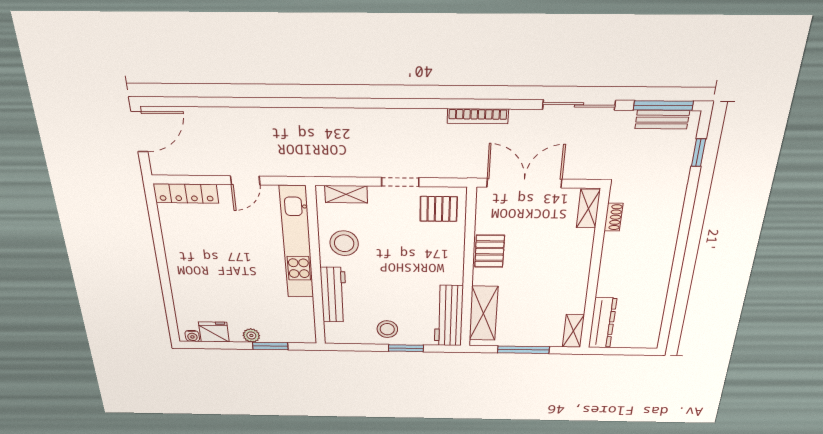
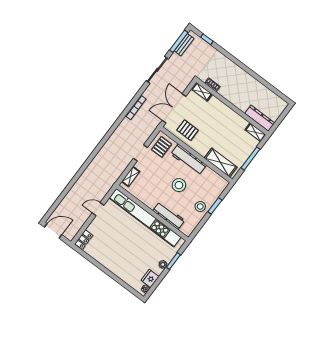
door: (140, 132) -> (53, 231), hinge flipped
door: (245, 180) -> (98, 209), swing flipped
locker: (186, 193) -> (84, 240), width x0.66
kitchen unit: (297, 243) -> (145, 218), width x1.36
stool: (344, 243) -> (179, 185), moved
pallet: (490, 251) -> (188, 130), moved
workbench: (449, 316) -> (188, 160), moved

